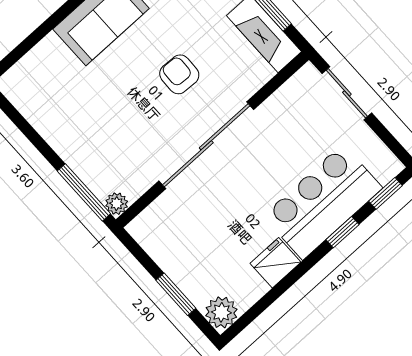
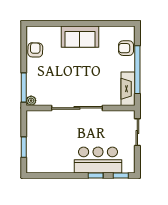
armchair: (179, 74) -> (35, 50), moved
fridge: (275, 263) -> (65, 166), removed
plant: (221, 312) -> (33, 166), removed

